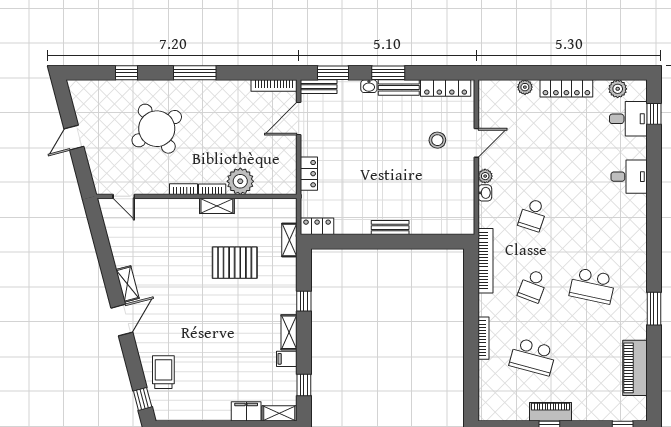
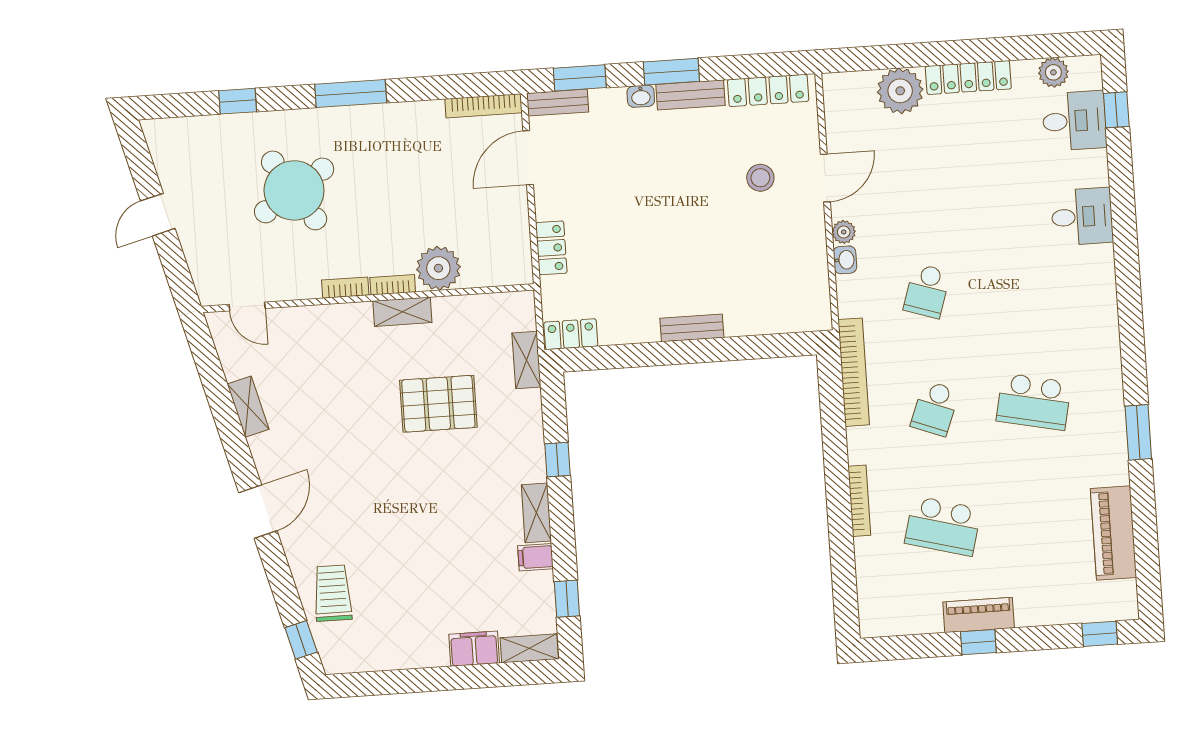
plant: (525, 87) -> (900, 91), width x1.87, depth x1.87
shelving: (127, 284) -> (248, 407), moved

